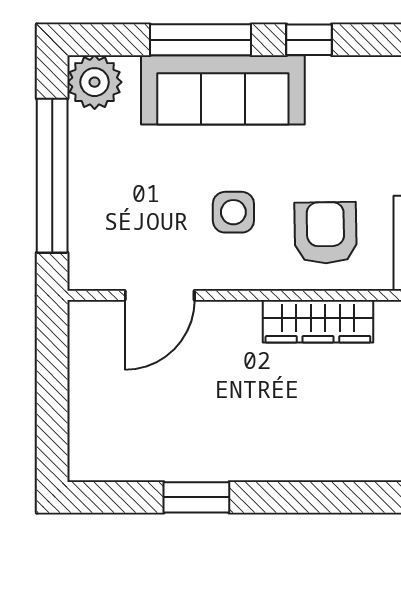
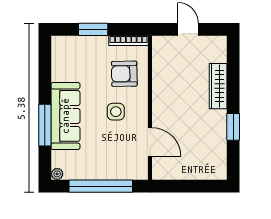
window: (309, 40) -> (45, 81), removed
plant: (95, 82) -> (57, 174), width x0.53, depth x0.53
wardrobe: (318, 321) -> (218, 86), moved, turned 180

